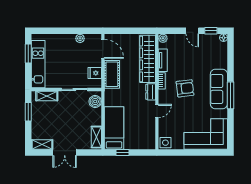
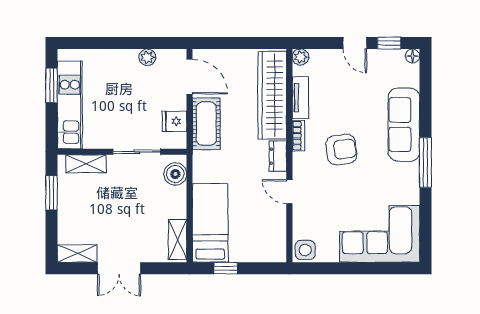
sofa: (219, 89) -> (404, 125), moved
door: (157, 111) -> (289, 192), swing flipped

